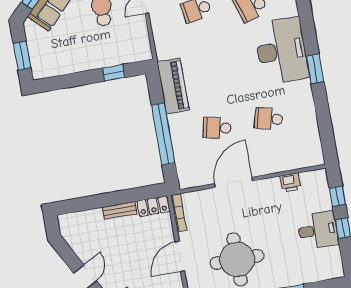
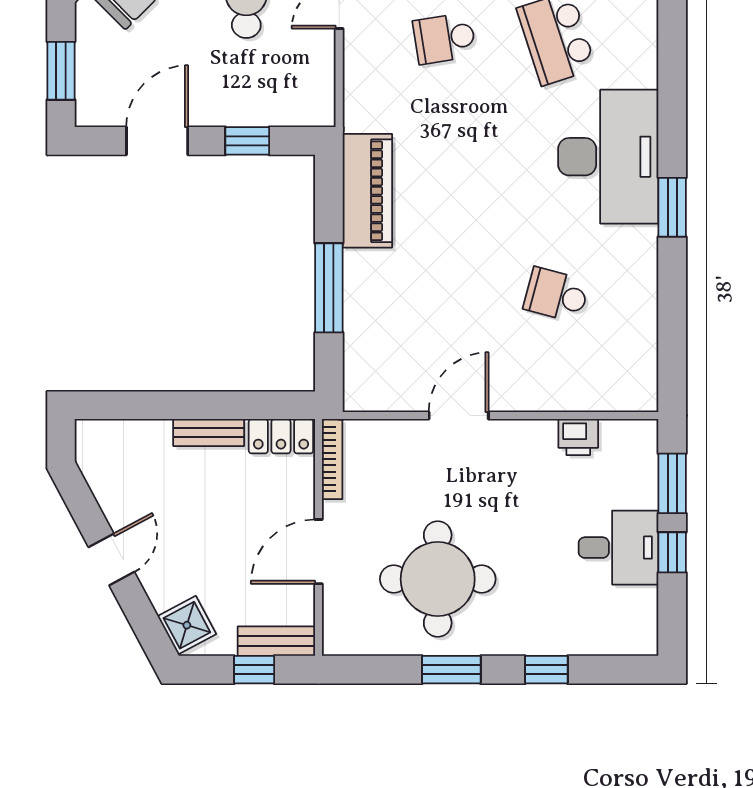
door: (72, 80) -> (157, 141), added
school desk: (217, 128) -> (444, 295), removed
window: (163, 134) -> (329, 288), width x0.68
door: (233, 182) -> (459, 416), width x0.73
window: (337, 196) -> (672, 483), width x1.50

